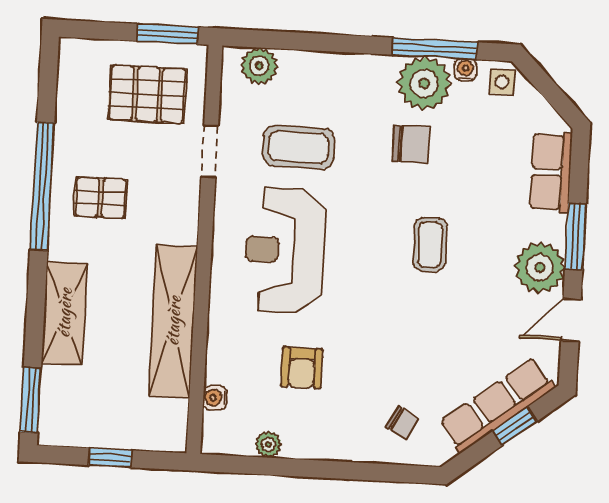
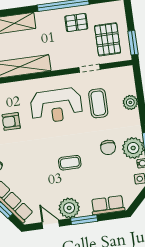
plant: (259, 66) -> (130, 102), moved
pallet: (101, 198) -> (76, 23), moved, turned 90
reception desk: (285, 250) -> (56, 106), turned 180

